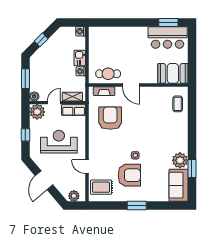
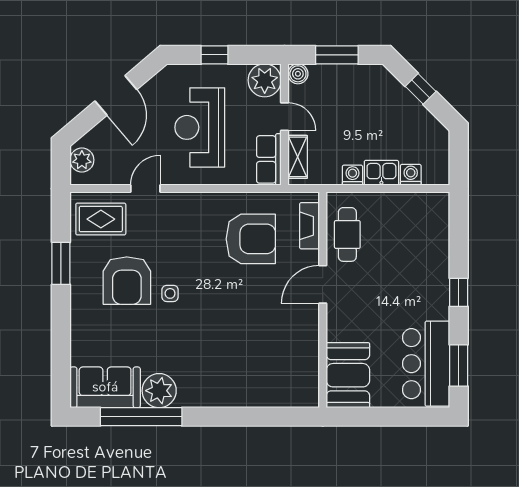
window: (135, 22) -> (459, 292), added
washing machine: (81, 31) -> (411, 175), moved
coffee table: (178, 104) -> (282, 385), removed
reception desk: (59, 142) -> (200, 127), turned 180
window: (192, 169) -> (141, 417), width x2.11
door: (44, 180) -> (116, 95), swing flipped
rug: (101, 187) -> (101, 219), turned 90
window: (137, 206) -> (61, 263), moved

